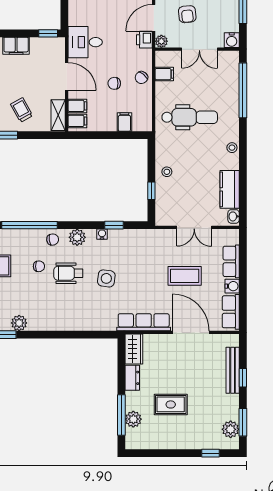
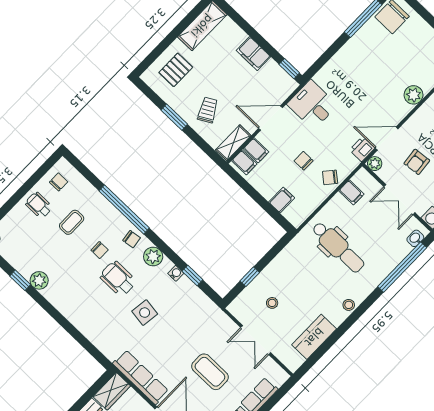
door: (67, 76) -> (270, 118), swing flipped
stool: (167, 172) -> (272, 303), moved
washbasin: (234, 216) -> (415, 238), moved

